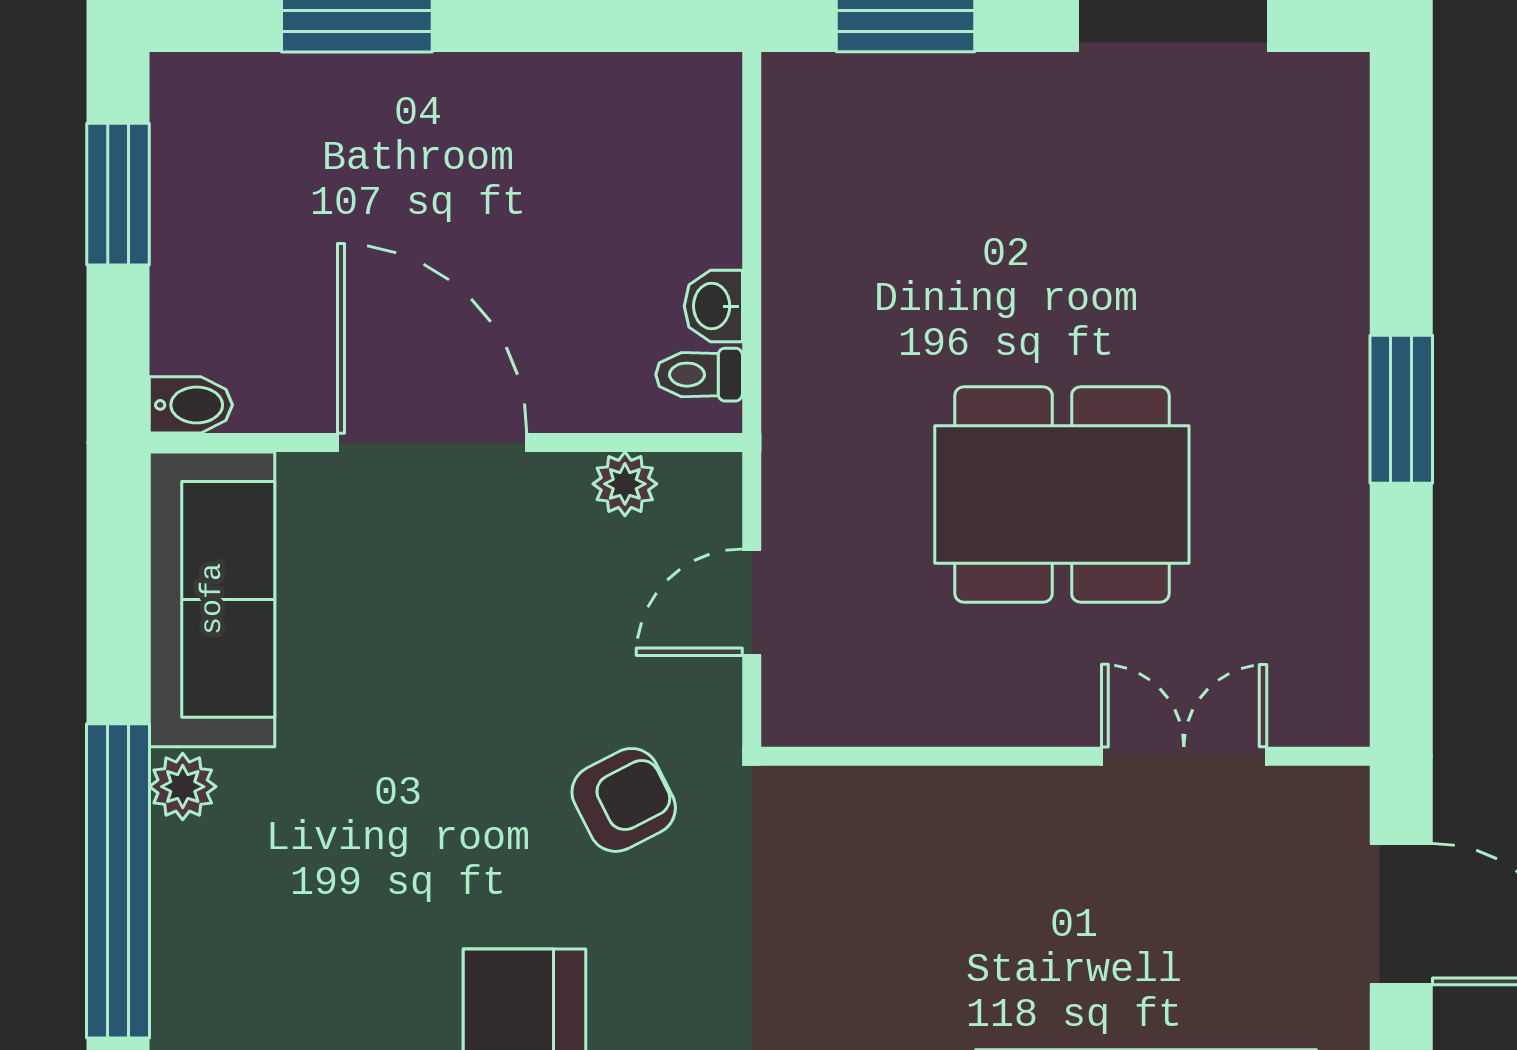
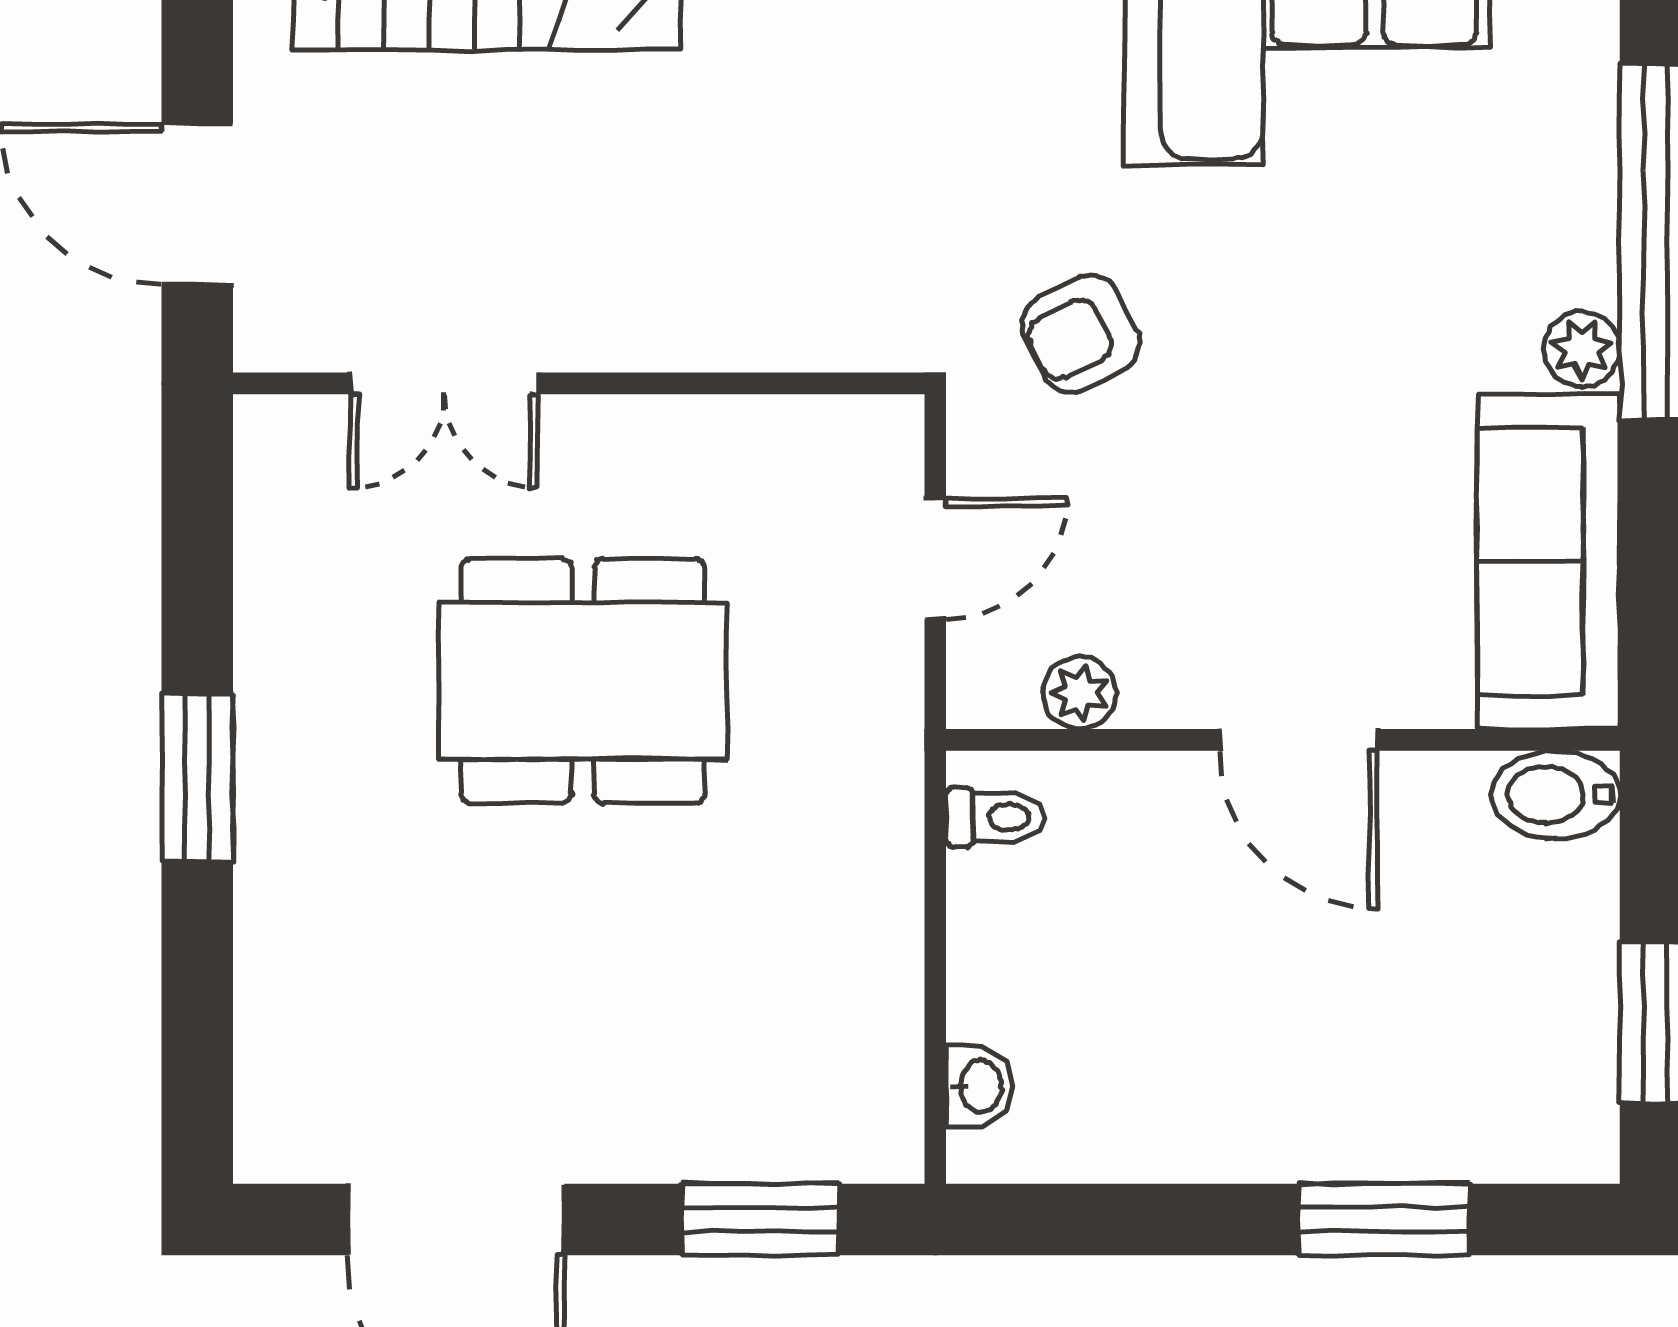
washbasin: (713, 306) -> (979, 1086), moved
bidet: (191, 405) -> (1556, 795), width x1.38, depth x1.36
door: (432, 443) -> (1298, 740), width x0.73

